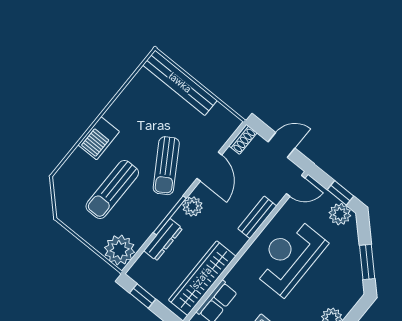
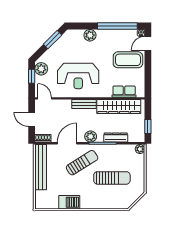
bench: (180, 83) -> (41, 167), moved
barbecue: (99, 138) -> (69, 202), moved
bench: (257, 217) -> (84, 104), moved
plant: (120, 250) -> (140, 149), width x0.53, depth x0.53

